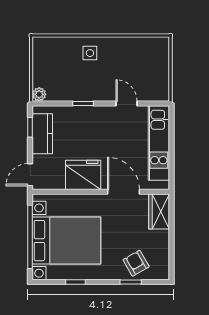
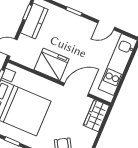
door: (127, 103) -> (106, 25), swing flipped
door: (123, 192) -> (76, 90), hinge flipped

